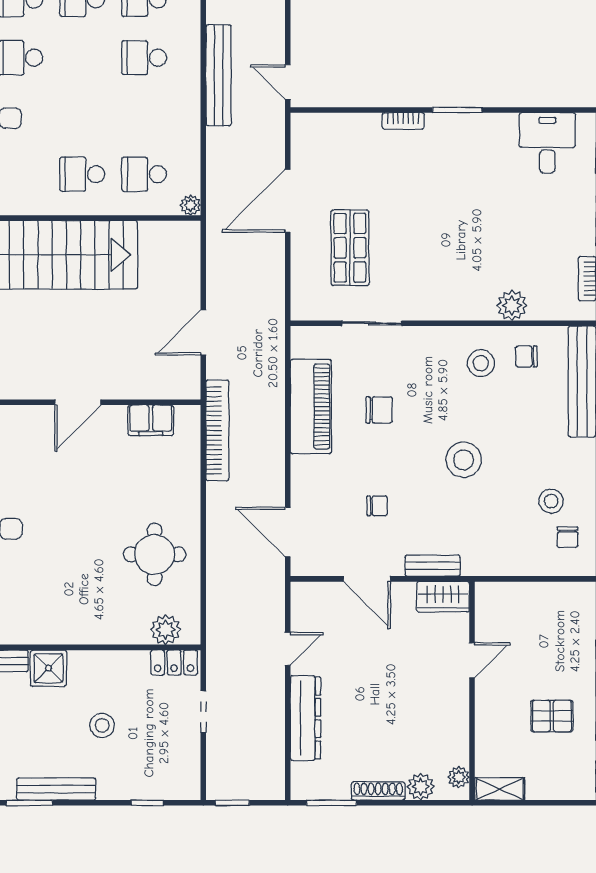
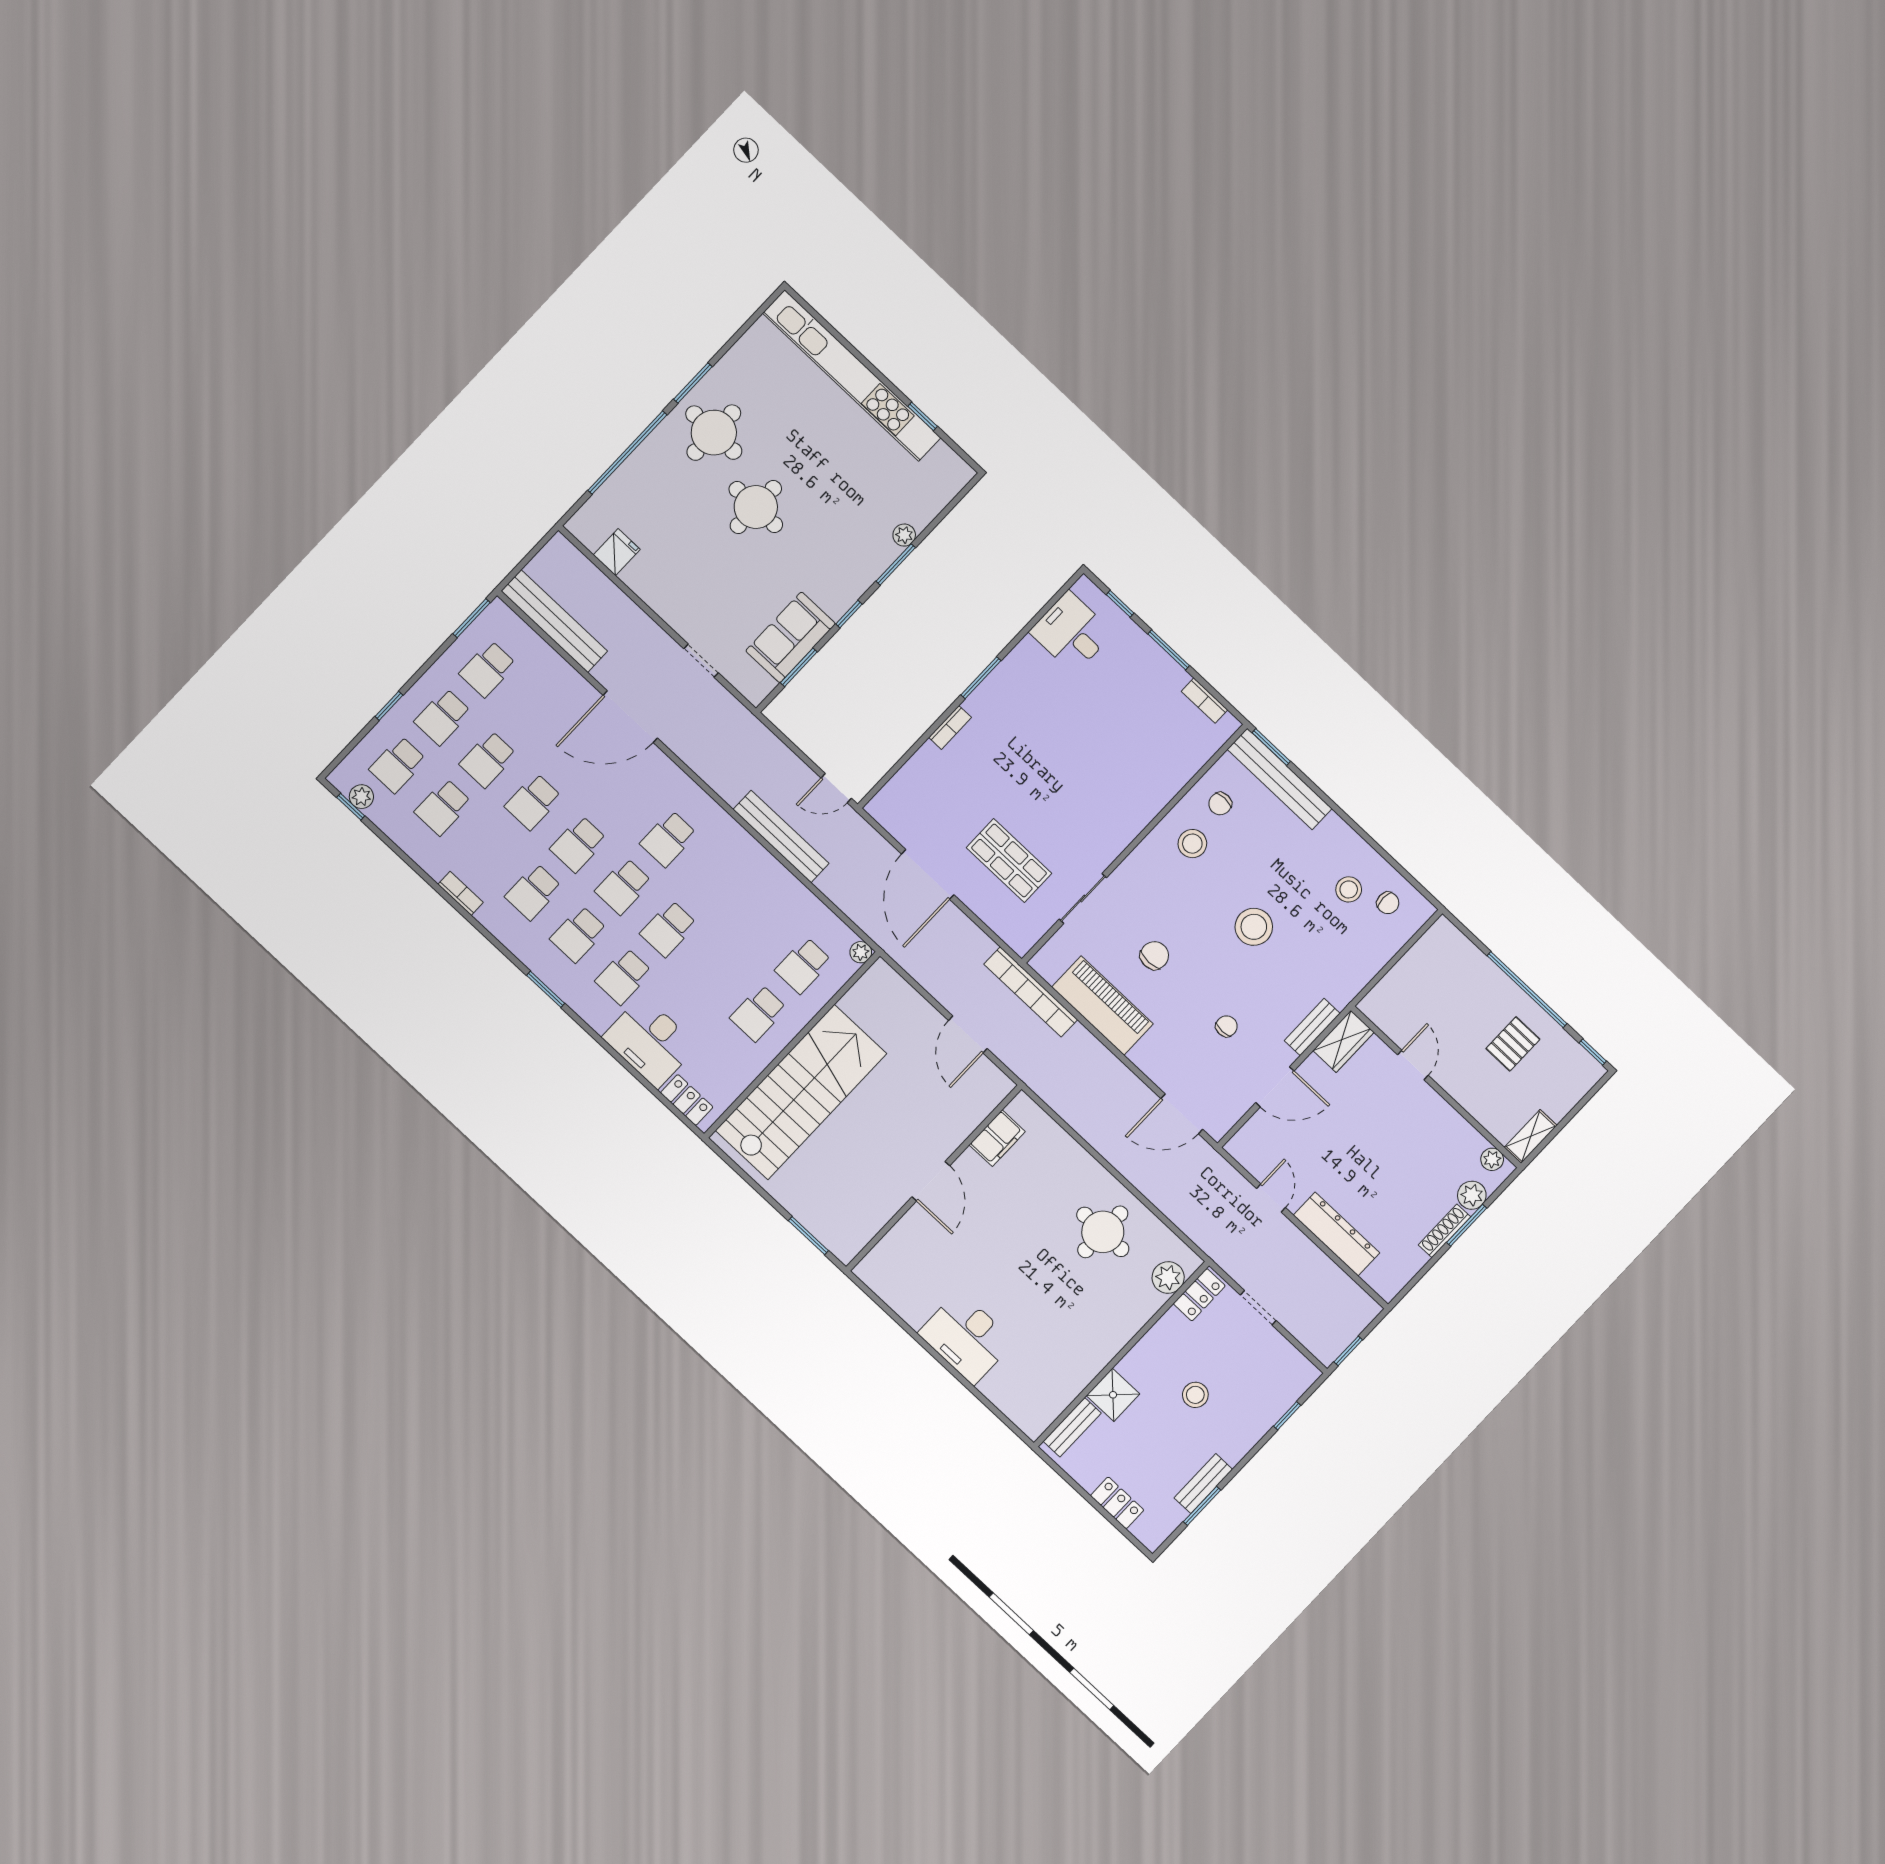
school desk: (144, 58) -> (668, 929), moved
plant: (512, 305) -> (1171, 778), removed
bookcase: (217, 430) -> (1031, 992), moved, turned 180
bench: (56, 789) -> (1203, 1484), width x0.73
window: (332, 803) -> (1467, 1225), moved

